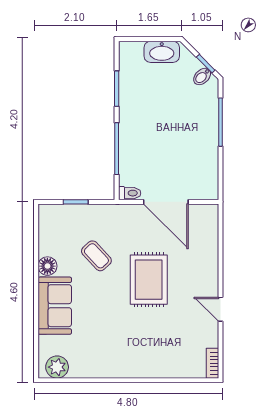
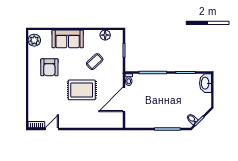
washbasin: (162, 52) -> (205, 83), moved
floor lamp: (47, 266) -> (105, 35), moved
door: (220, 309) -> (52, 129), moved
armchair: (107, 339) -> (49, 67), added

